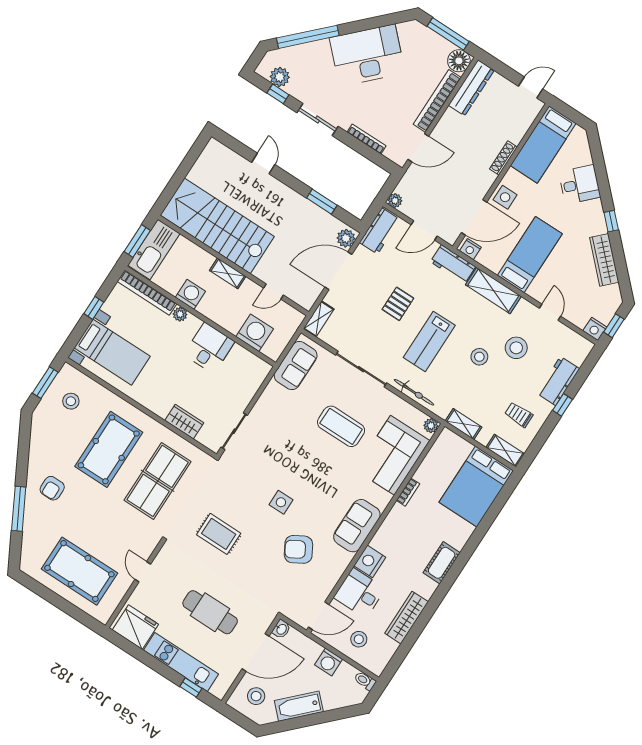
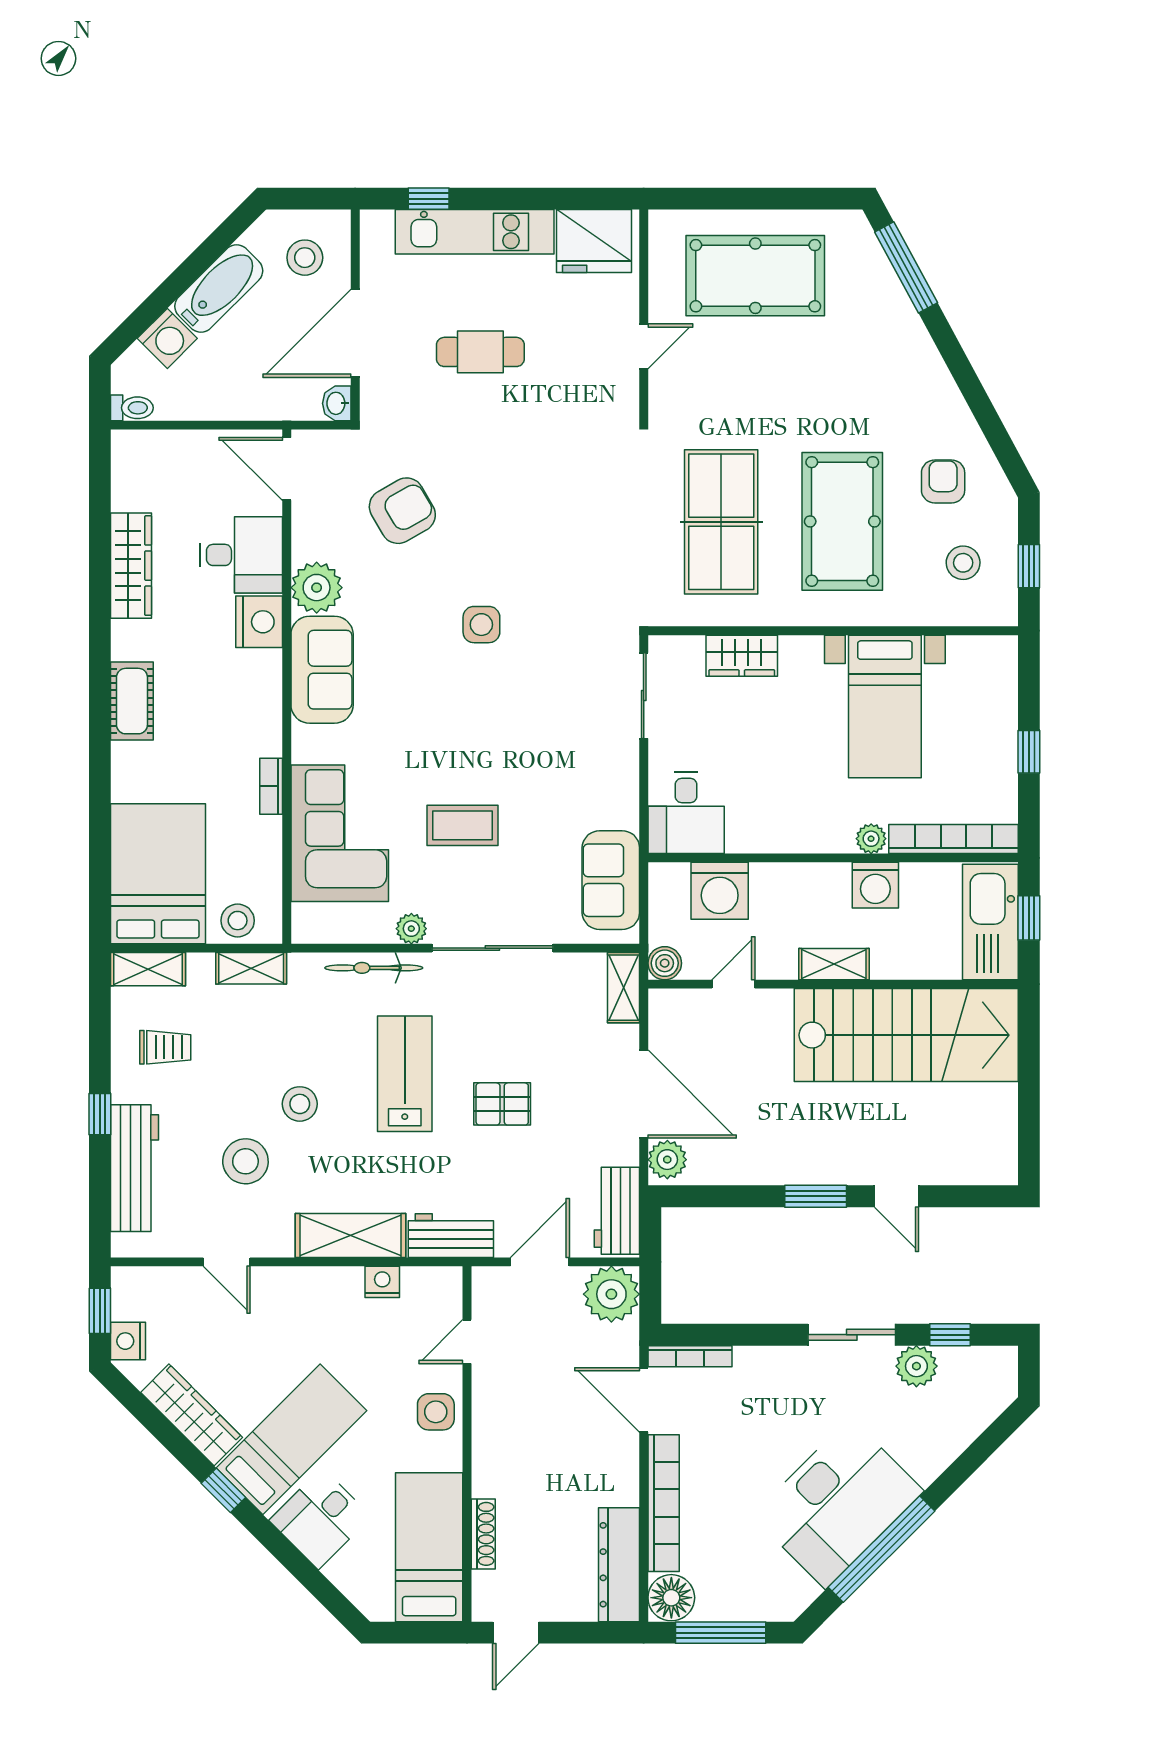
window: (308, 37) -> (882, 1549), moved
plant: (280, 77) -> (916, 1366), moved
bookcase: (367, 139) -> (690, 1356), moved
door: (418, 148) -> (644, 1400), hinge flipped
shoe rack: (503, 158) -> (483, 1534), moved
plant: (395, 201) -> (611, 1294), width x1.88, depth x1.88
window: (322, 202) -> (816, 1196), moved
door: (474, 217) -> (467, 1342), width x0.53
window: (137, 241) -> (1029, 918), width x0.67
nightstand: (470, 249) -> (382, 1282), moved
bed: (530, 255) -> (291, 1439), moved, turned -135
door: (338, 271) -> (644, 1094), hinge flipped
pallet: (398, 304) -> (502, 1104), turned 90
boiler: (296, 318) -> (665, 963), added
nightstand: (595, 329) -> (128, 1341), moved, turned -90
desk: (209, 348) -> (686, 813), moved
bed with nightstands: (112, 352) -> (885, 706), moved, turned -90
workbench: (558, 381) -> (135, 1168), width x1.38
window: (45, 383) -> (1029, 566), width x0.67
coffee table: (341, 426) -> (462, 825), width x0.73, depth x0.76
plant: (431, 426) -> (411, 929), moved
armchair: (52, 488) -> (943, 481), moved
window: (19, 509) -> (906, 267), moved
rug: (219, 534) -> (554, 499), removed
armchair: (298, 549) -> (402, 511), moved
plant: (338, 560) -> (317, 588), added
door: (143, 572) -> (644, 346), hinge flipped
cafe table: (210, 612) -> (480, 352), width x0.73, depth x0.74
door: (319, 616) -> (287, 469), hinge flipped
stool: (359, 639) -> (238, 921), moved
washing machine: (329, 662) -> (167, 338), moved, turned 135

